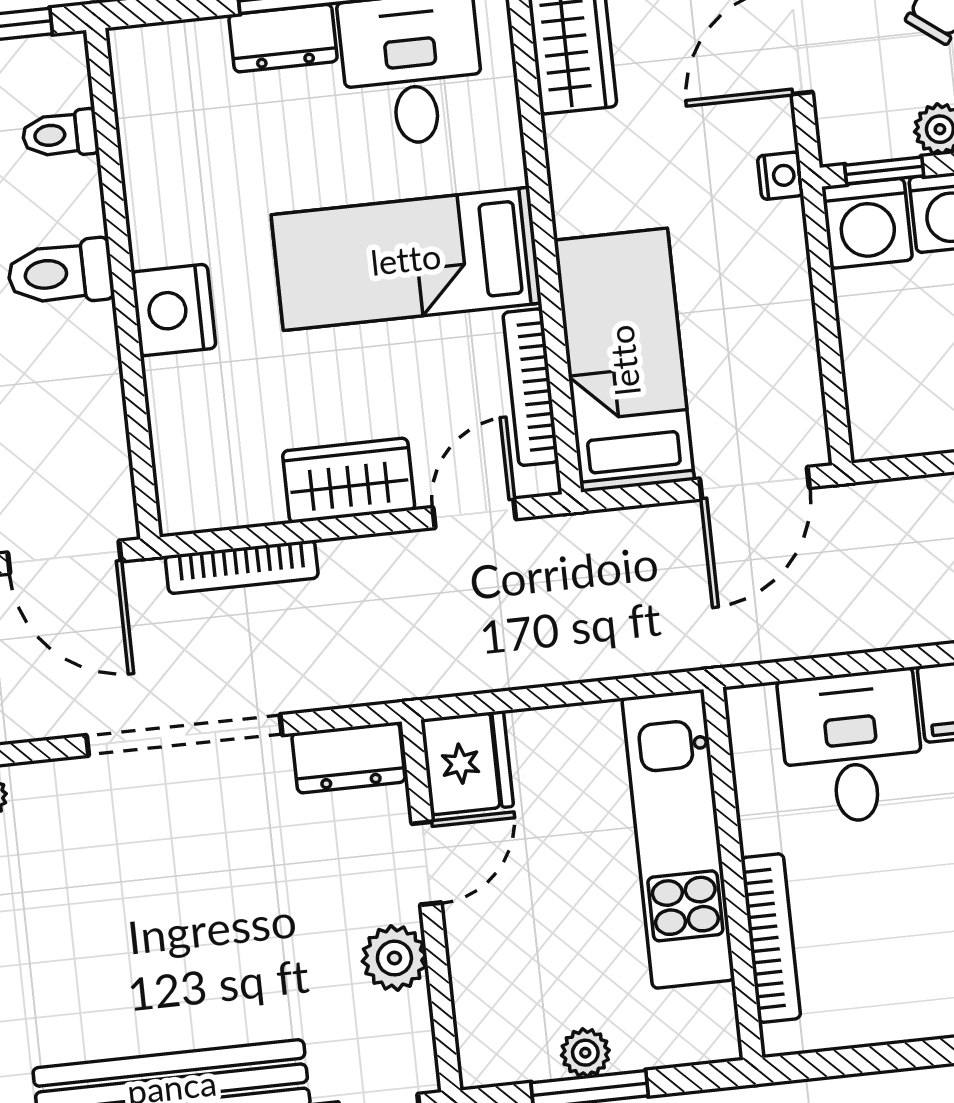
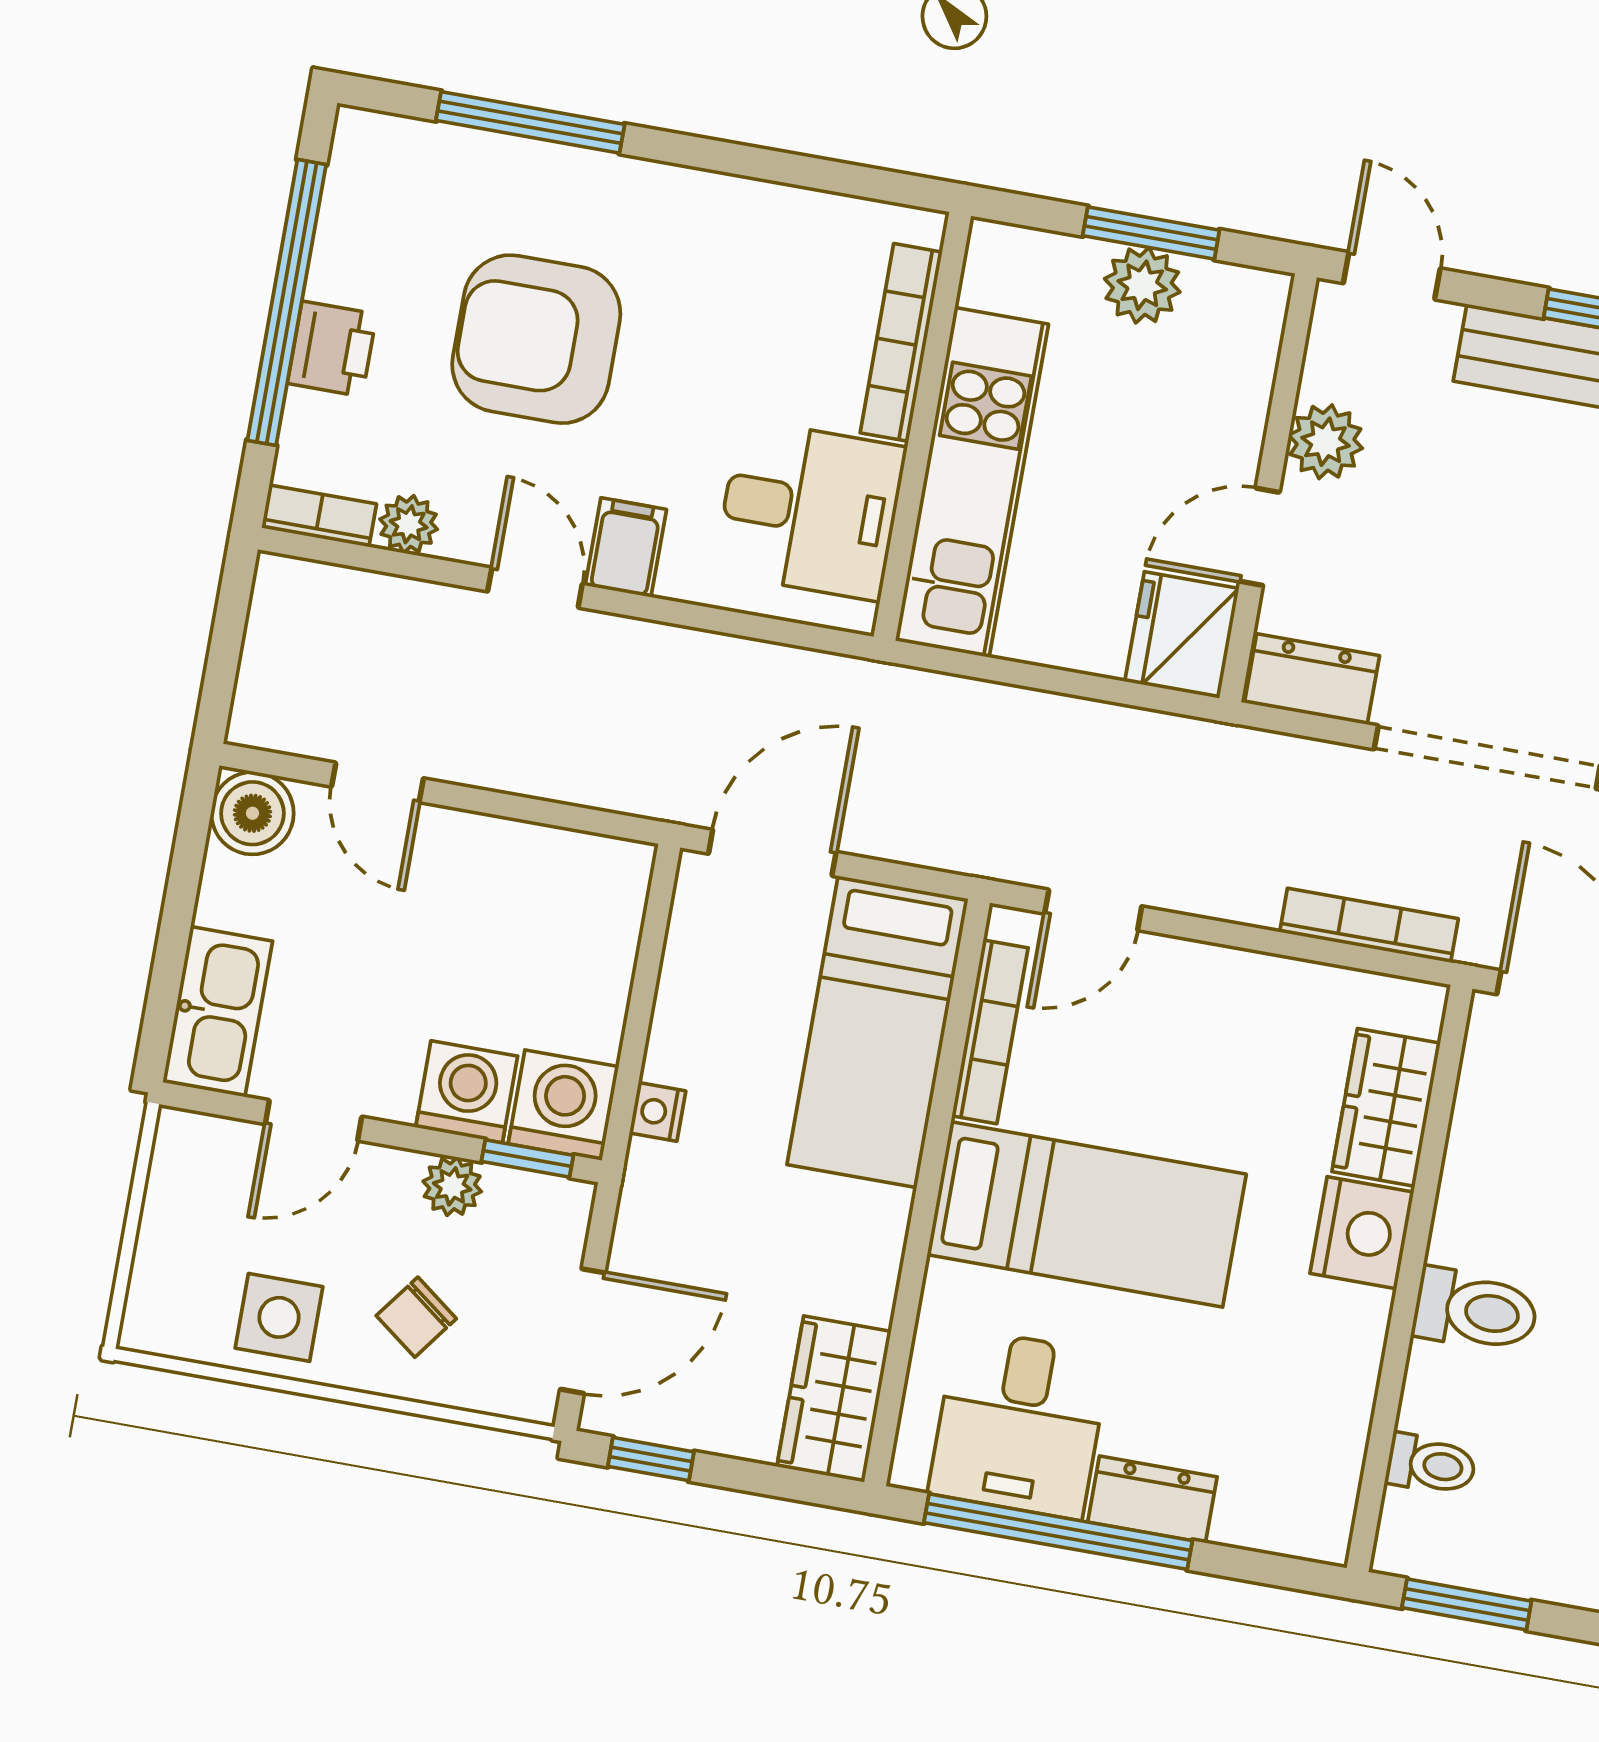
nightstand: (780, 176) -> (658, 1112), moved
wardrobe: (349, 480) -> (1386, 1107), moved, turned 90
desk: (852, 747) -> (810, 510), moved, turned -90
plant: (585, 1053) -> (1142, 285), width x1.38, depth x1.38

